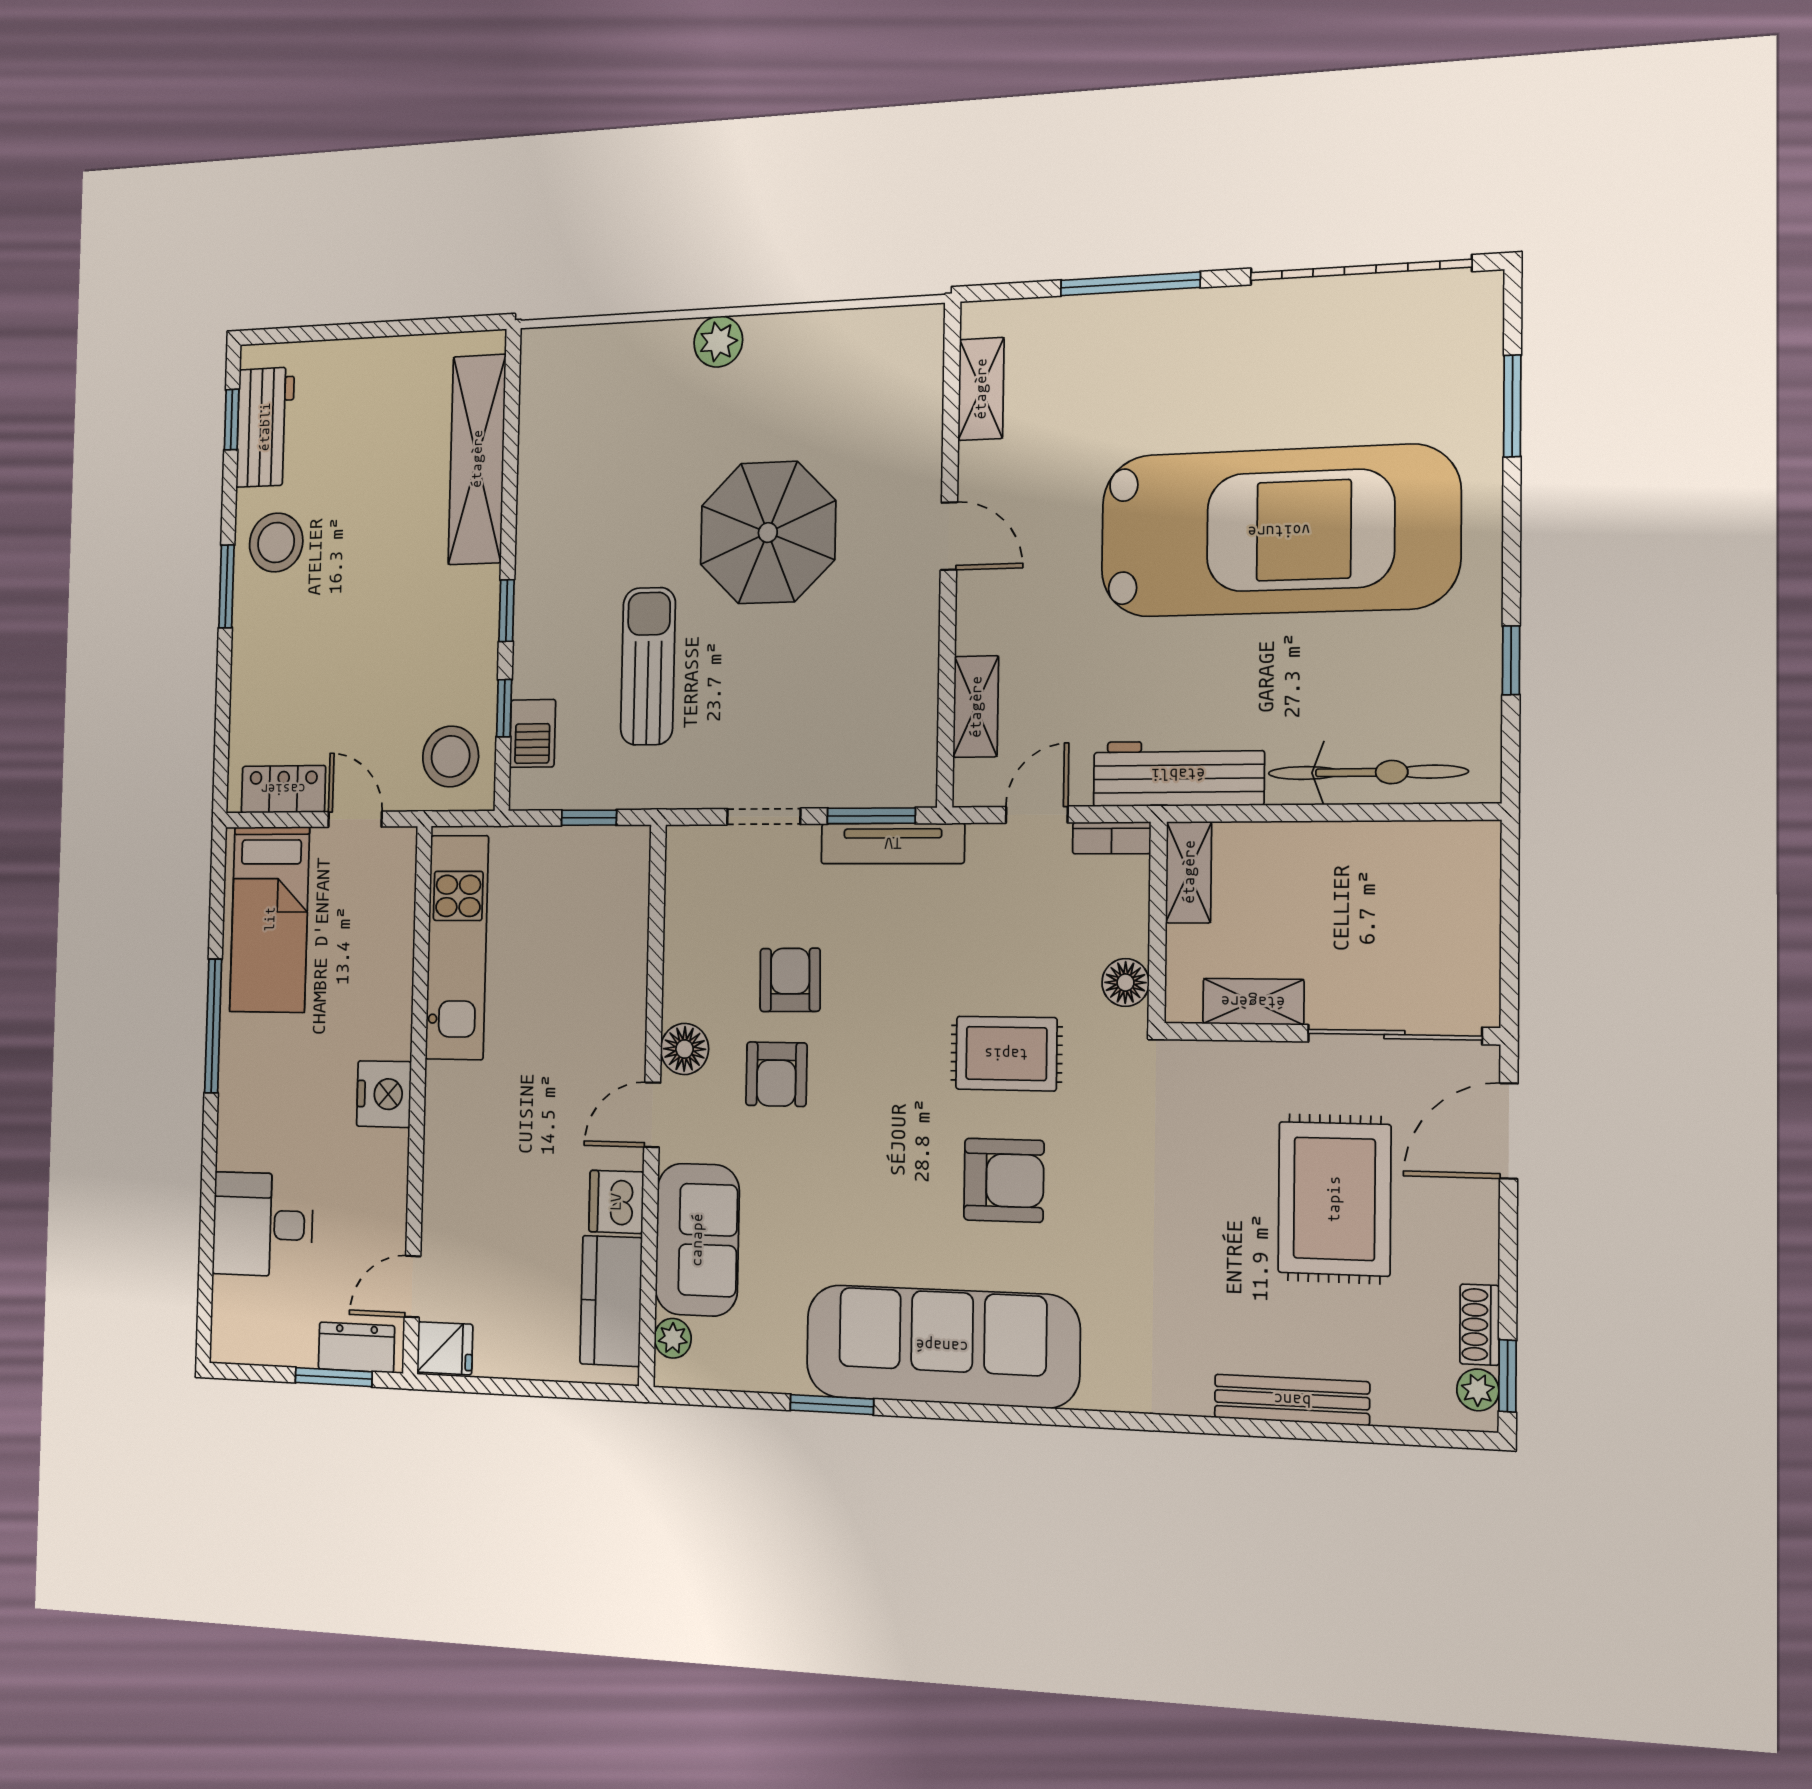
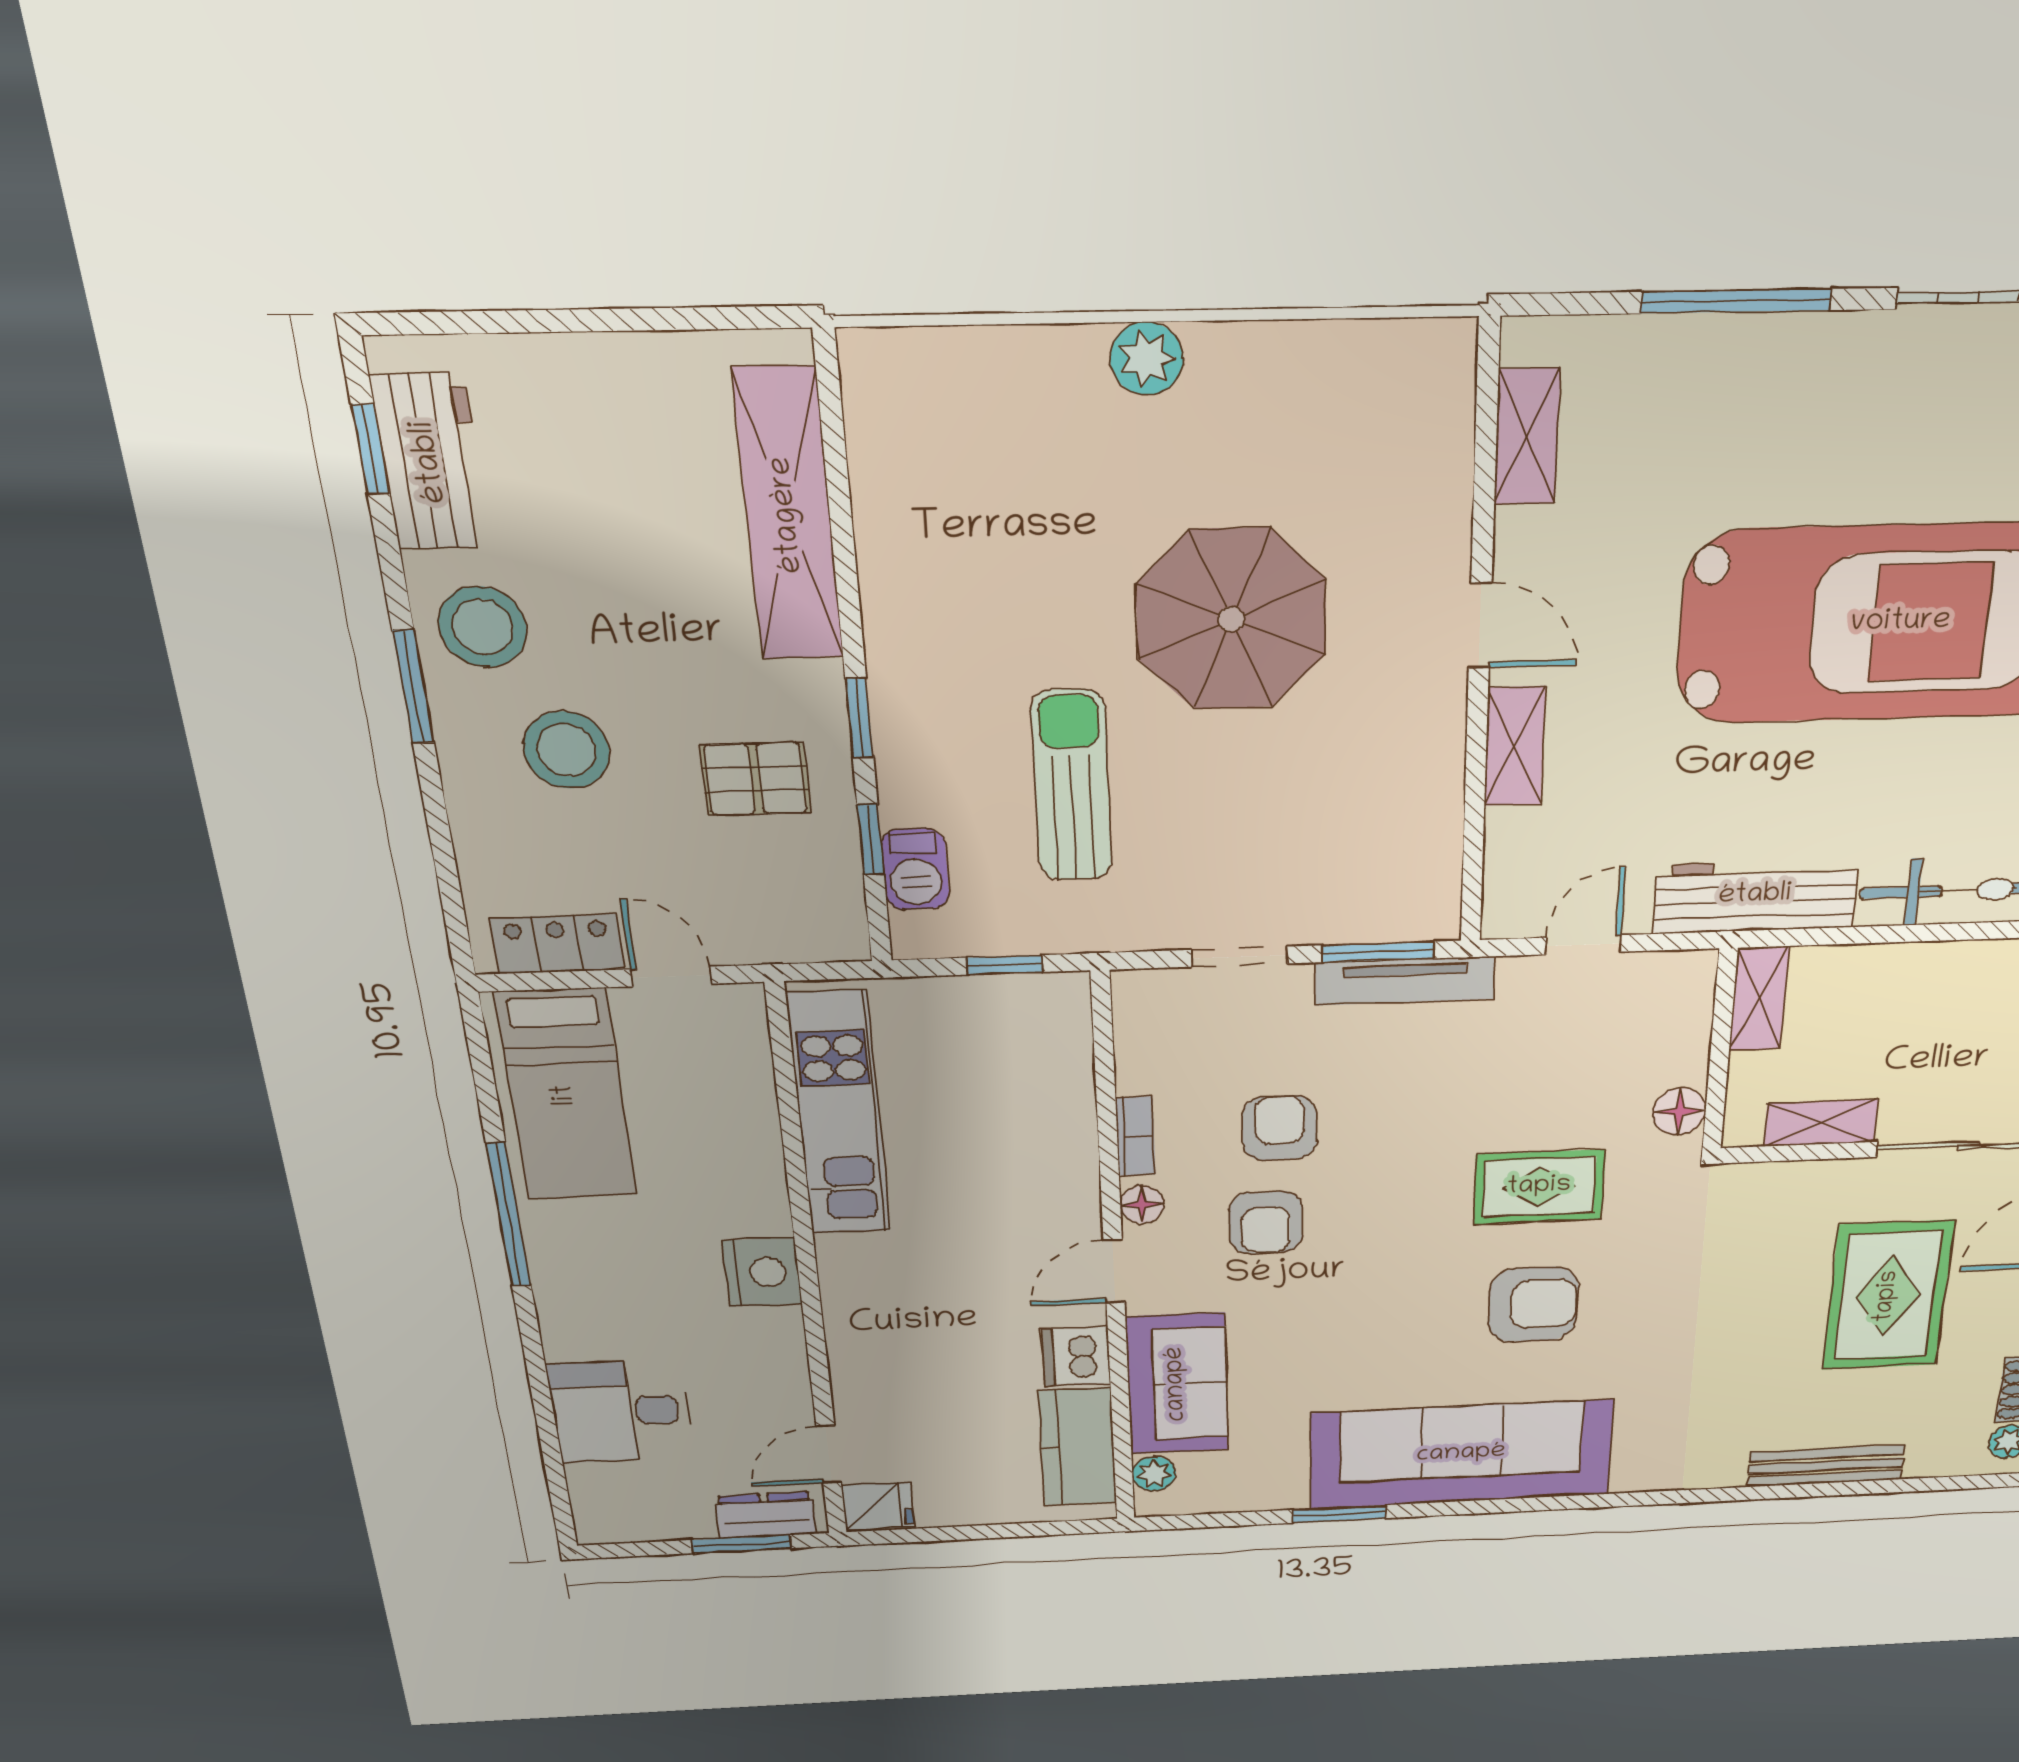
pallet: (432, 658) -> (756, 779), added
shelving: (976, 707) -> (1515, 746), moved
stool: (451, 756) -> (566, 750), moved
bookcase: (1112, 838) -> (1135, 1136), moved, turned -90
floor lamp: (685, 1049) -> (1142, 1205), width x0.73, depth x0.73

